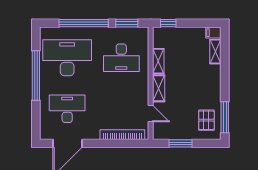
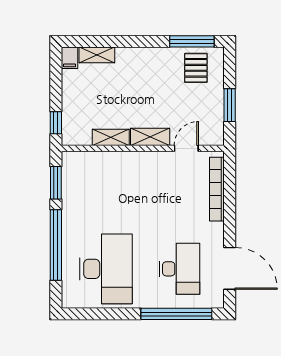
desk: (67, 58) -> (106, 269), turned 180
desk: (121, 58) -> (106, 191), removed
window: (36, 75) -> (176, 314), moved
desk: (67, 109) -> (180, 269), turned 180
pallet: (206, 120) -> (196, 68), turned 90

